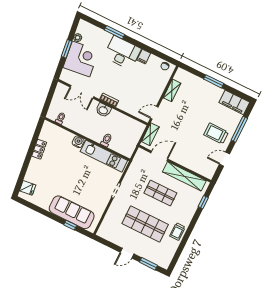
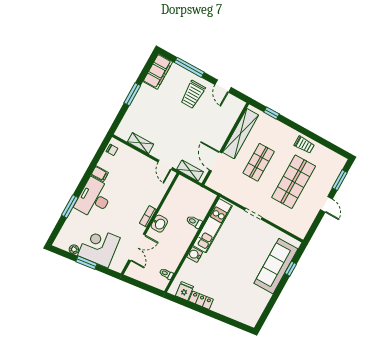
fridge: (28, 188) -> (185, 291), moved

